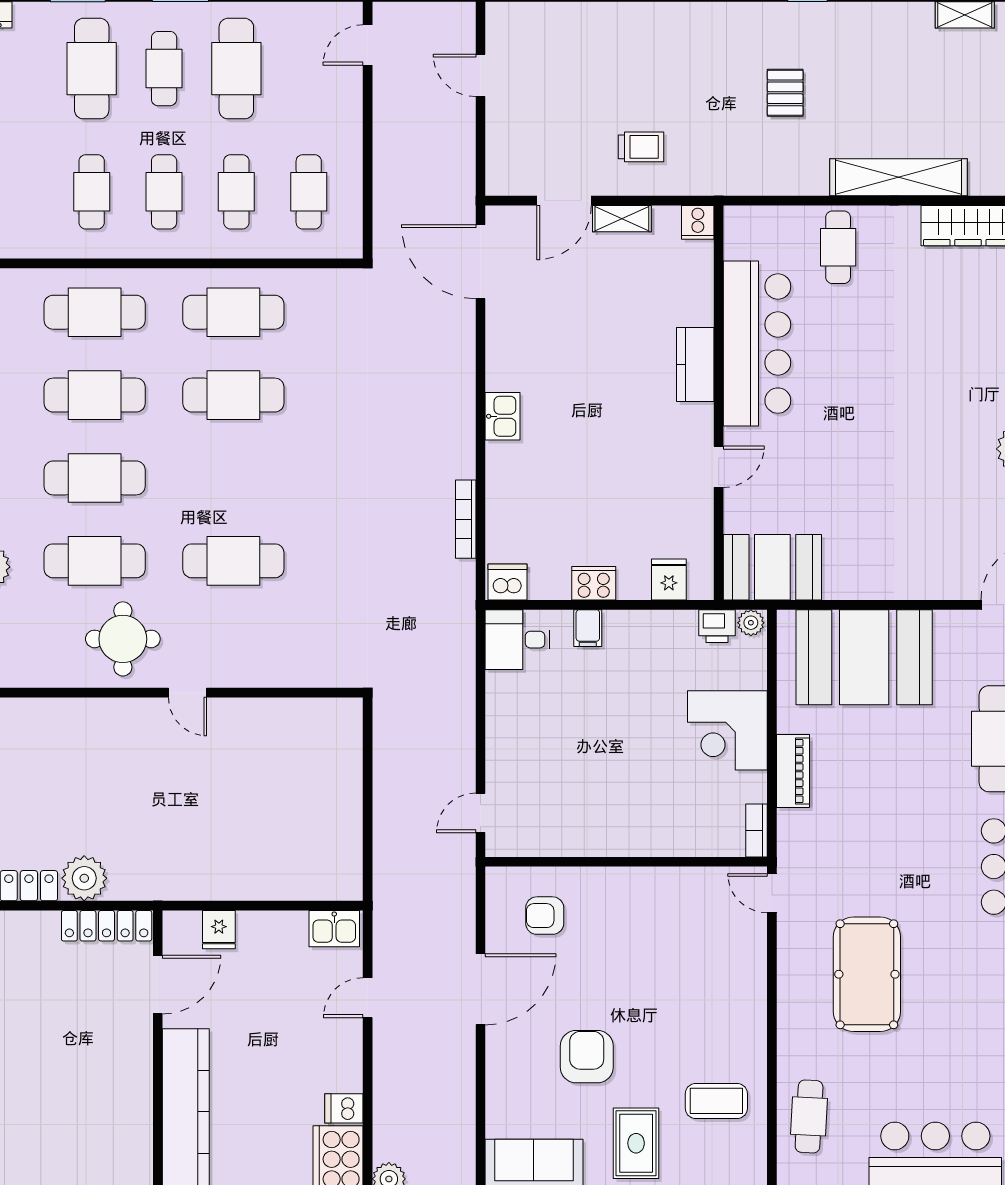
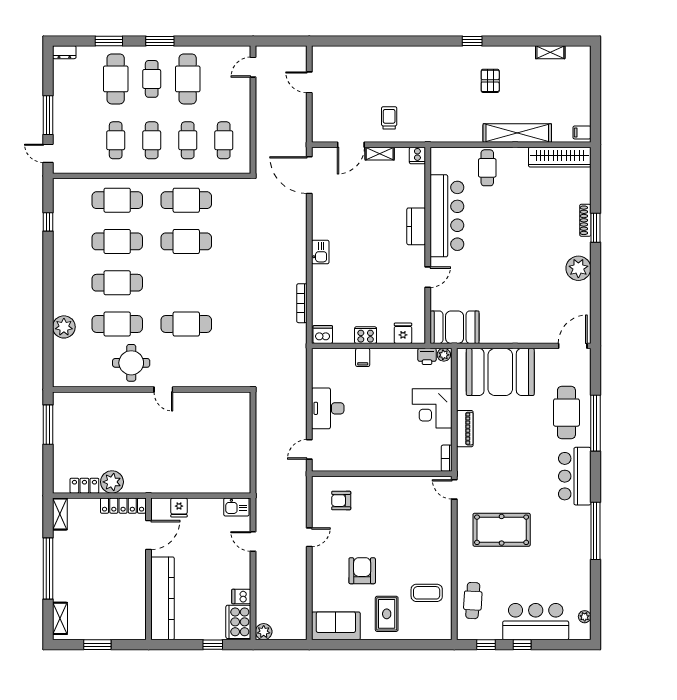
pallet: (785, 93) -> (490, 81), moved
trolley: (641, 147) -> (389, 118), turned -90
desk: (518, 640) -> (328, 408), moved, width x1.37
pool table: (867, 974) -> (502, 530), turned 90
door: (480, 989) -> (309, 537), width x0.53
door: (368, 998) -> (253, 541), hinge flipped

